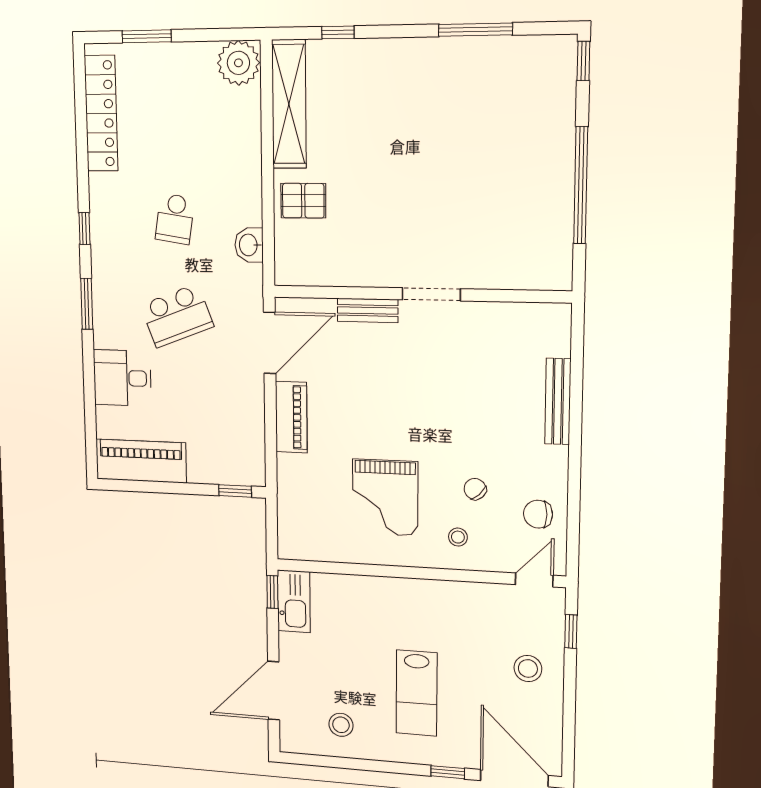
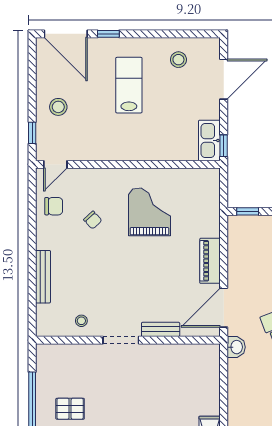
pallet: (303, 201) -> (70, 409), moved
washbasin: (249, 245) -> (236, 347), moved
stool: (458, 537) -> (81, 321), moved

